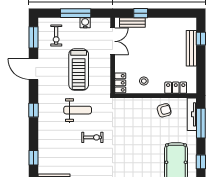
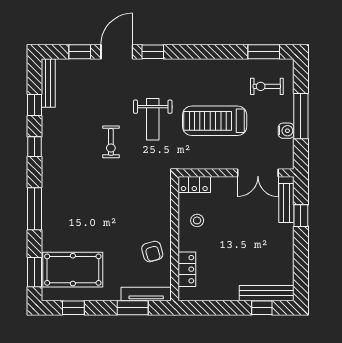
bench: (191, 48) -> (267, 293), moved
door: (34, 69) -> (117, 52), moved
window: (201, 123) -> (133, 308), width x0.69

